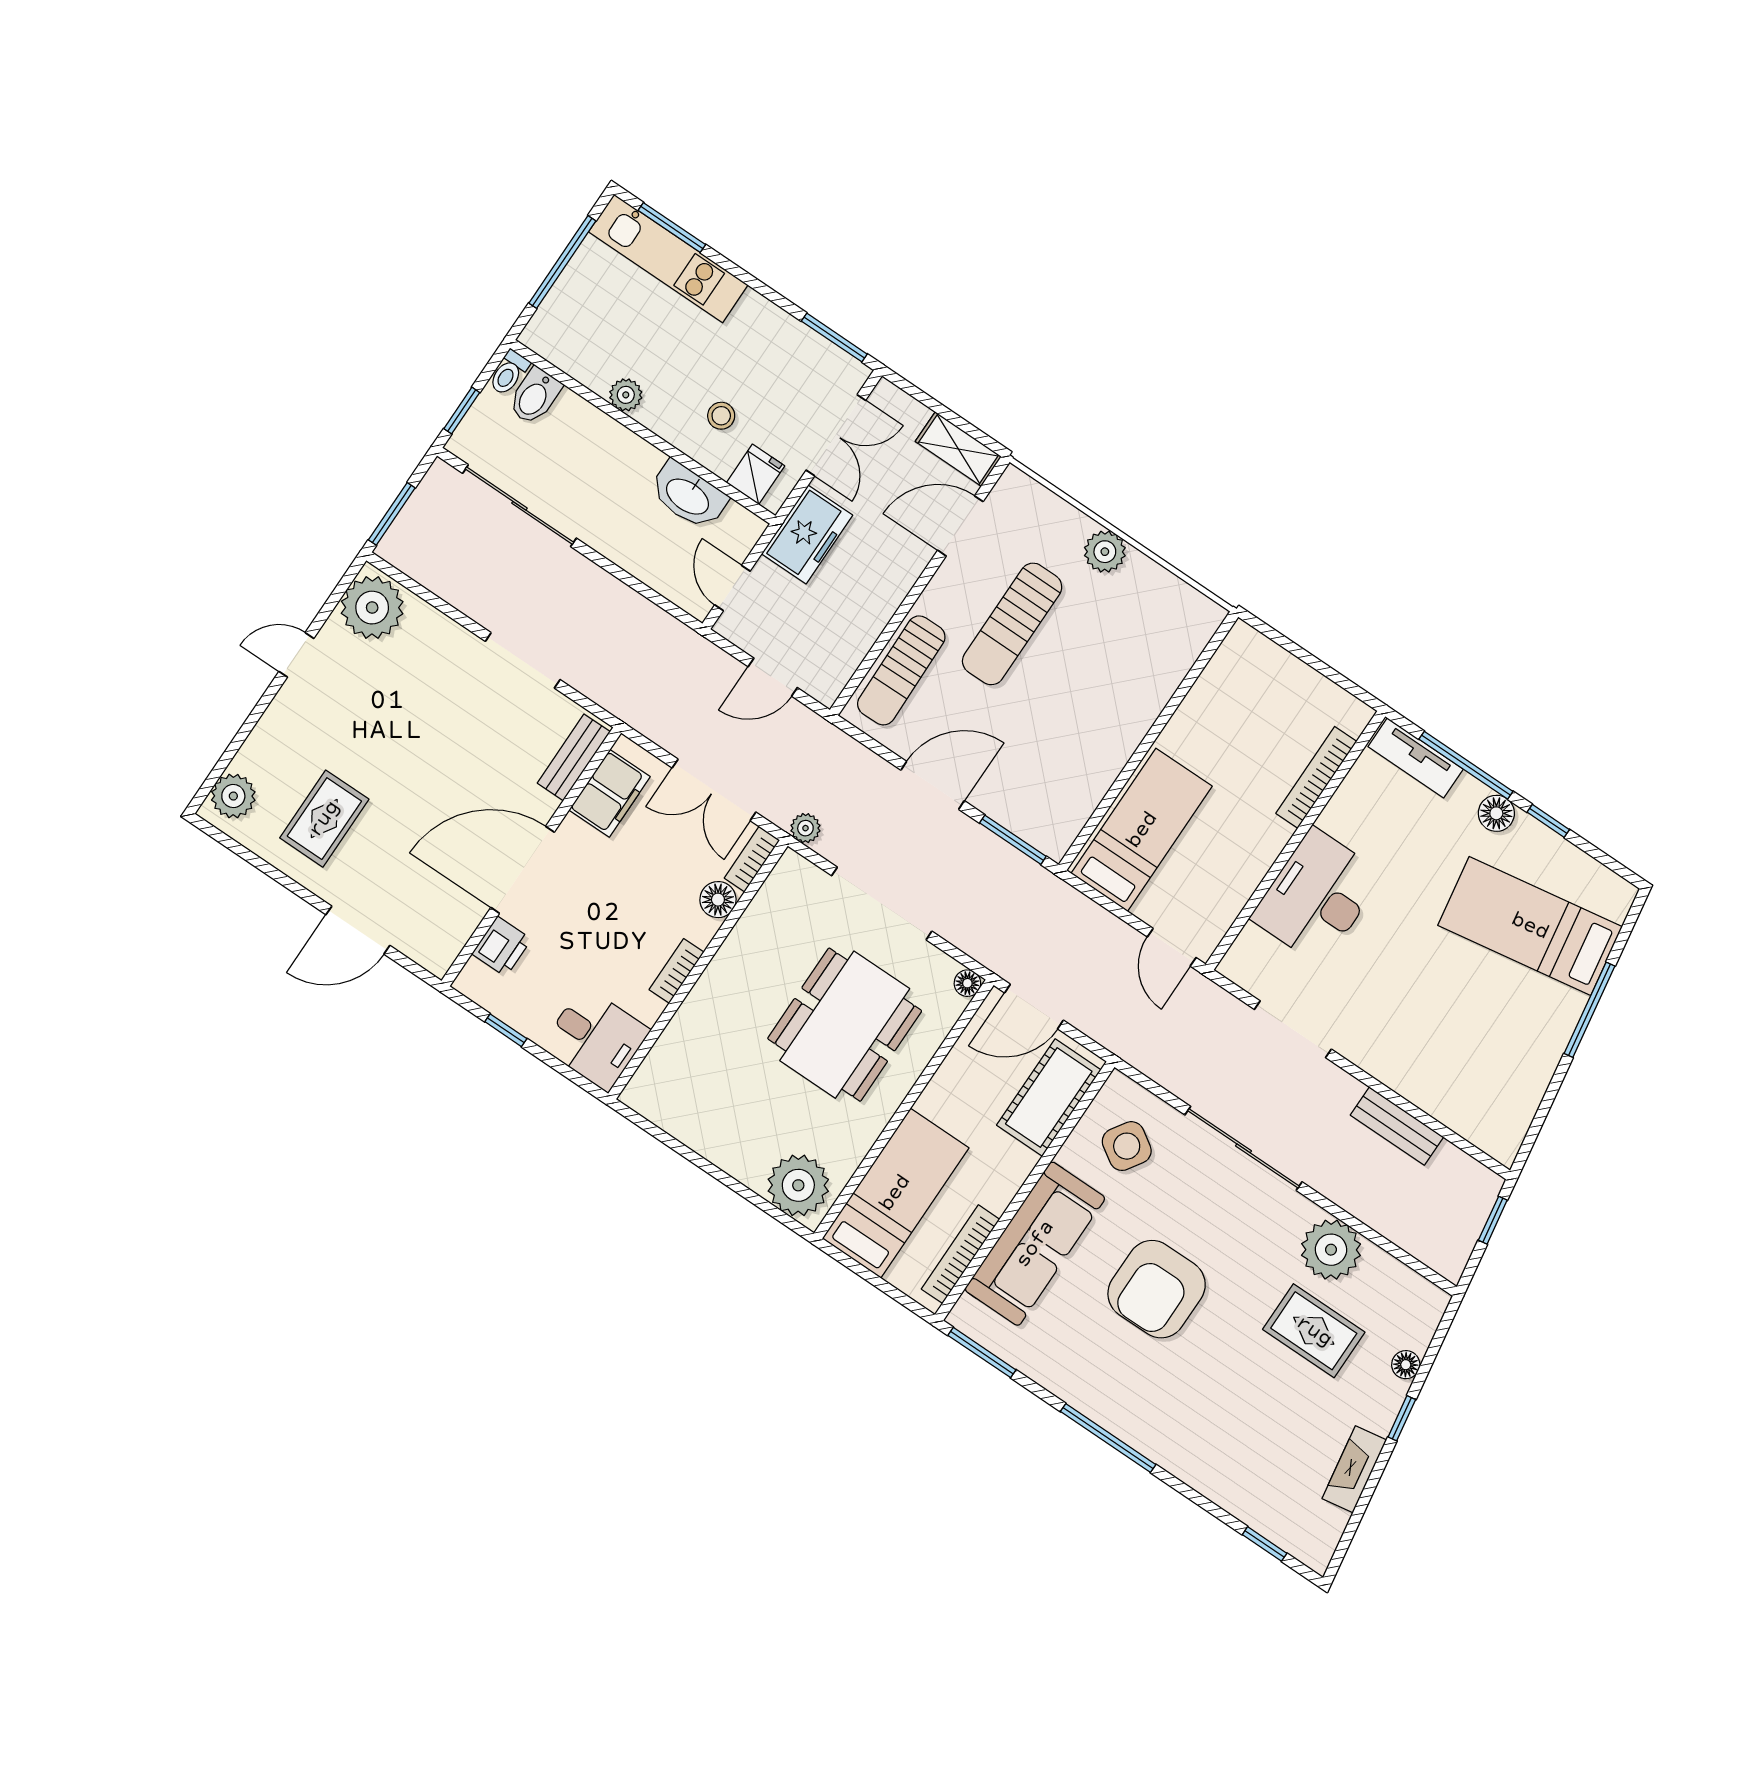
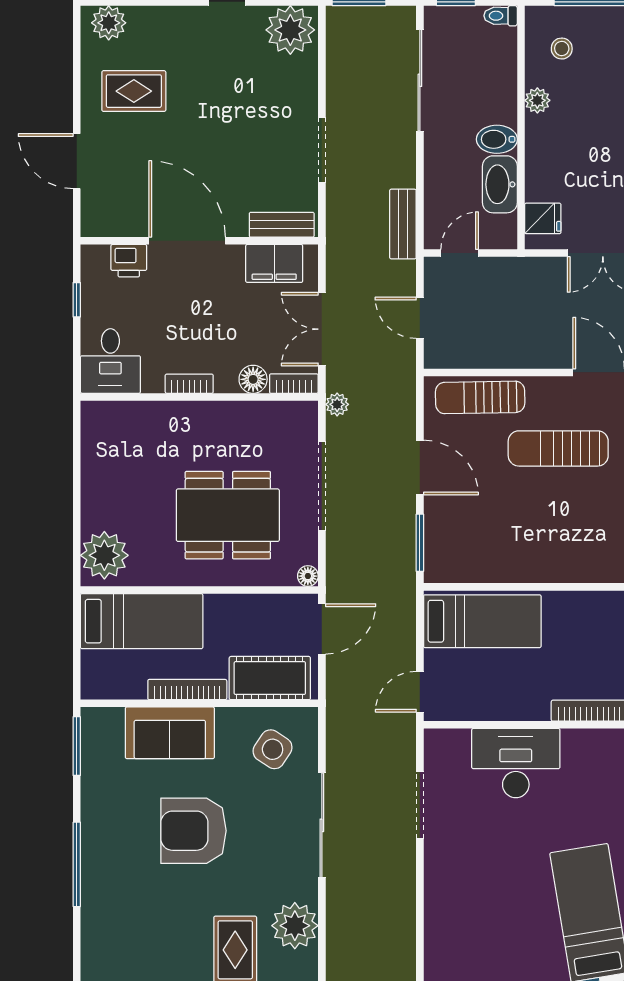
bidet: (535, 396) -> (497, 139), moved
stool: (721, 416) -> (562, 49), moved
freezer: (807, 535) -> (526, 278), removed
door: (1034, 1007) -> (322, 629), swing flipped
bench: (1397, 1126) -> (403, 224), moved
sofa: (1035, 1244) -> (170, 733), width x0.73
bookcase: (961, 1254) -> (187, 690), moved

